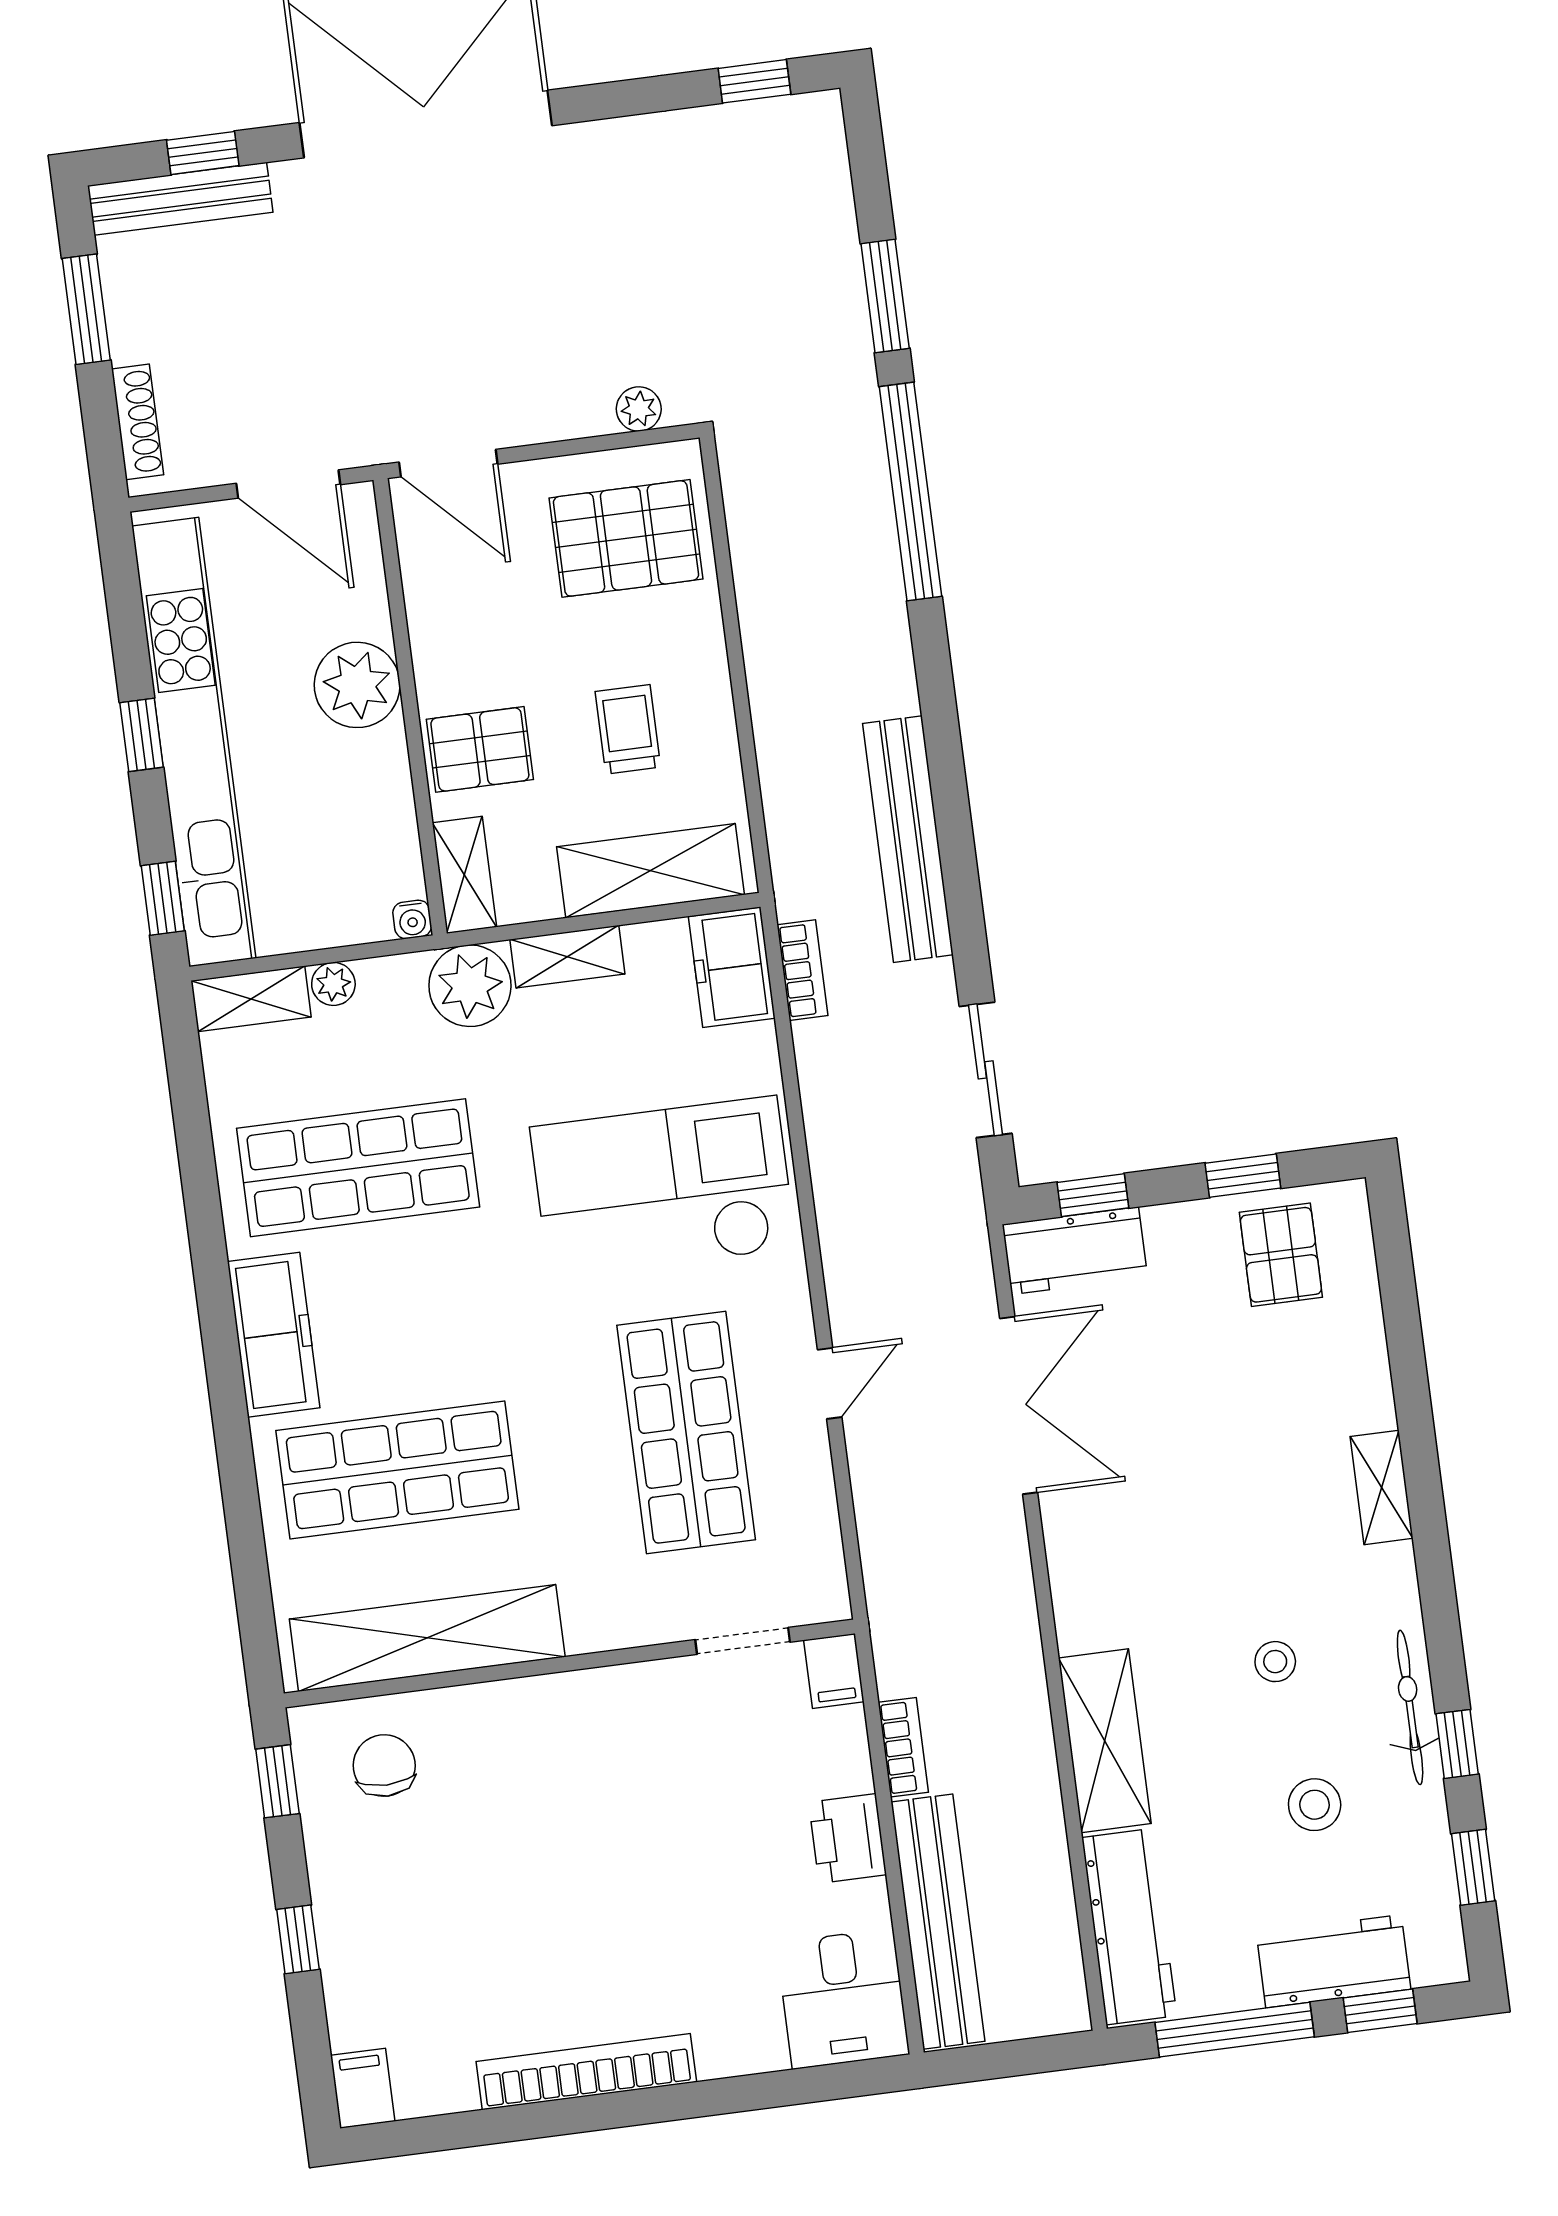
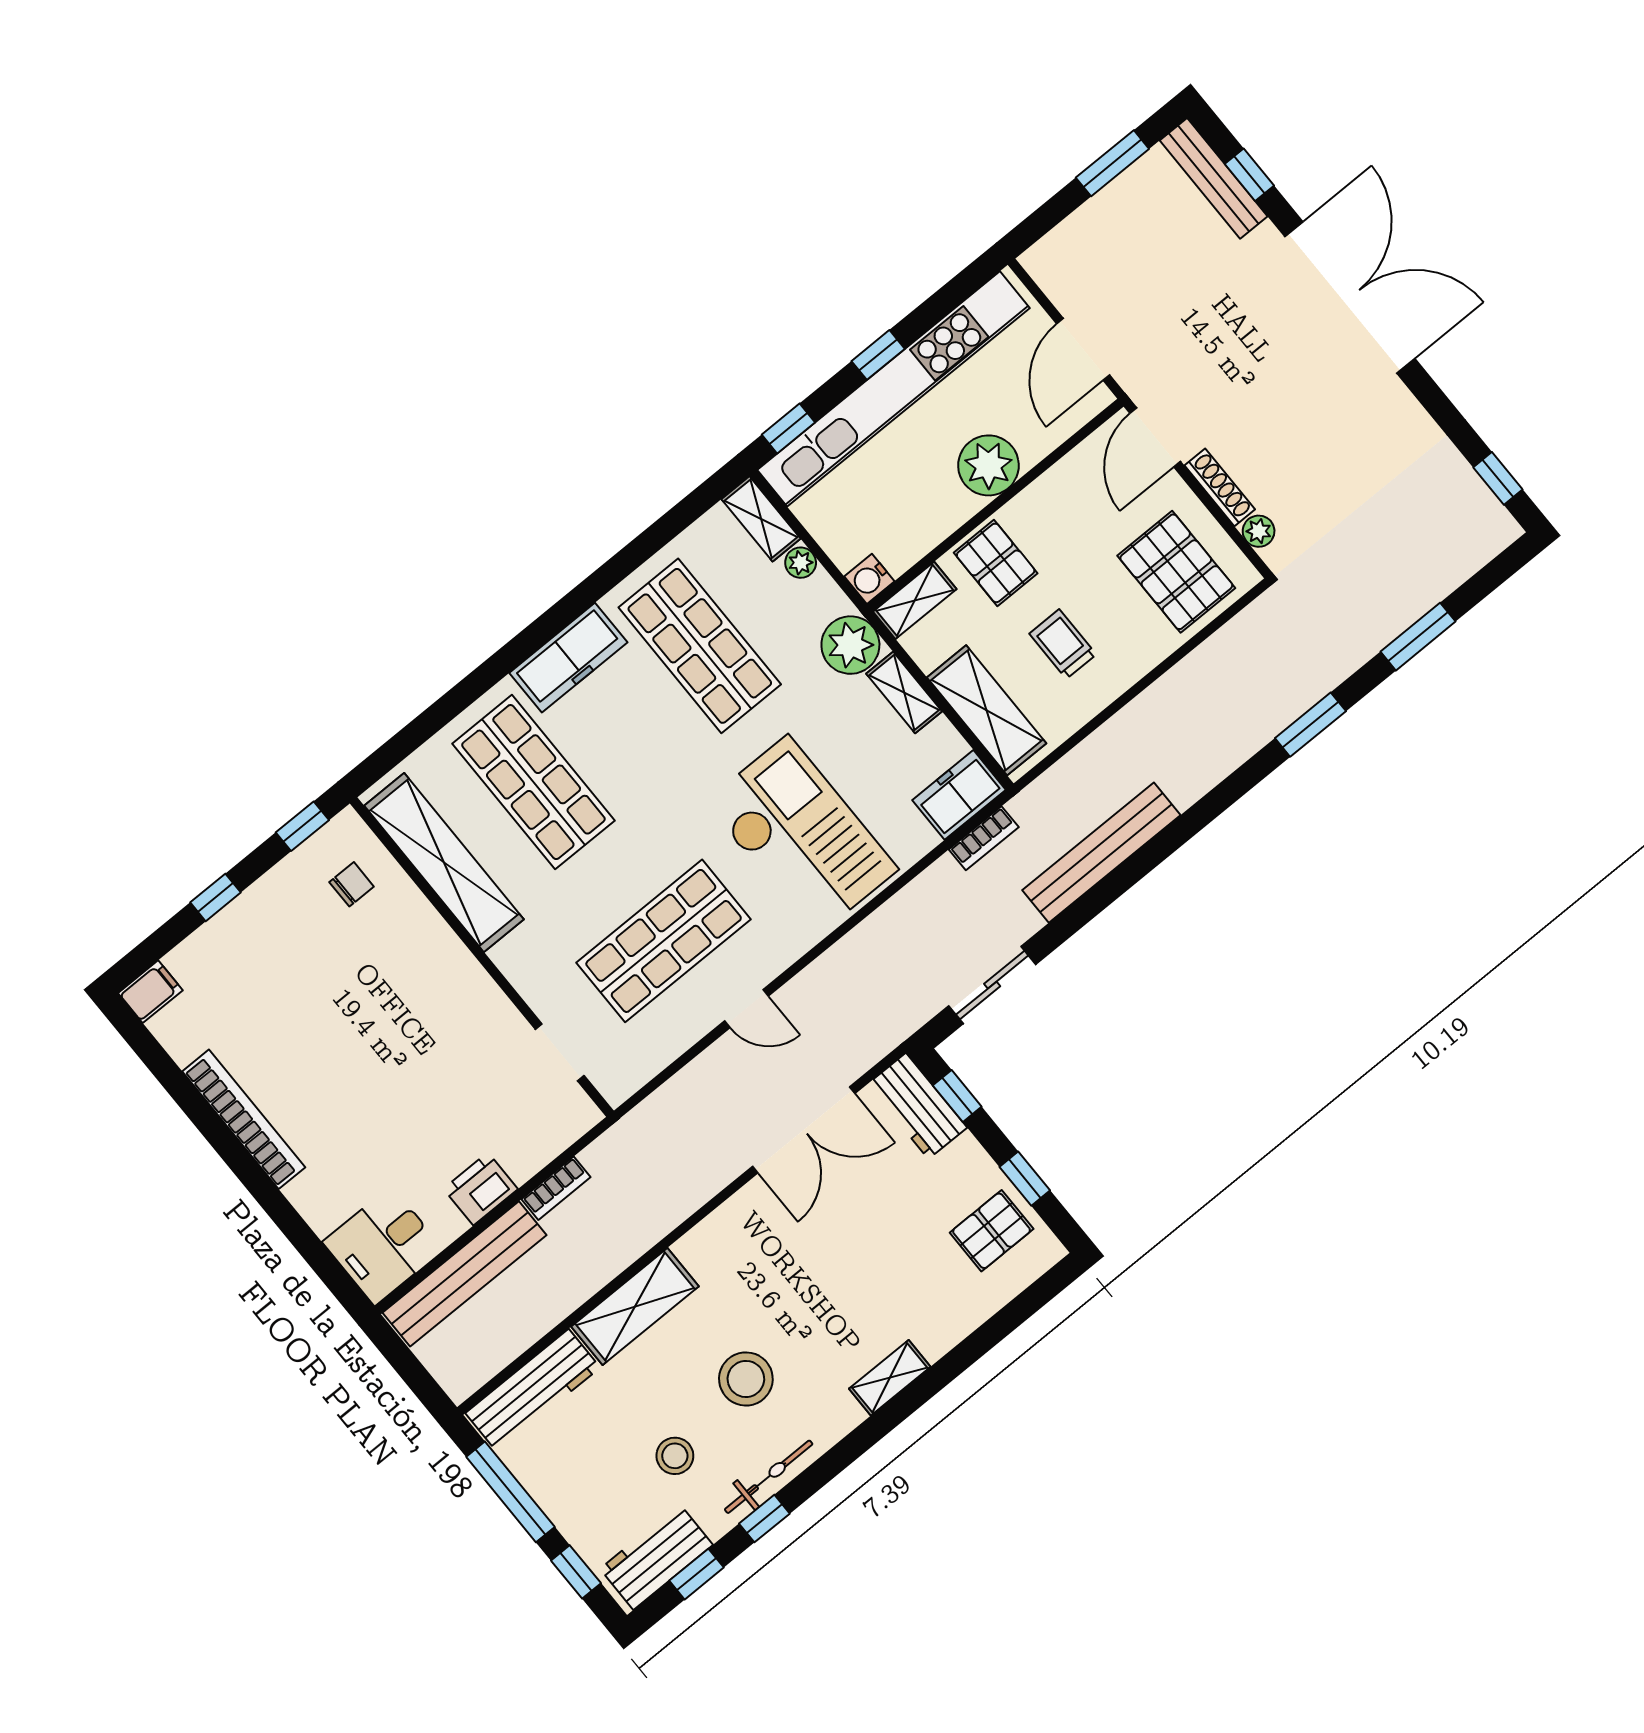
shoe rack: (138, 422) -> (1220, 487), moved, turned -90
window: (910, 492) -> (1310, 725), width x0.47
trolley: (628, 729) -> (1063, 644), turned -90
water cooler: (412, 919) -> (869, 579), width x1.38, depth x1.38
stool: (1275, 1662) -> (746, 1379), width x1.89, depth x1.89
filing cabinet: (834, 1671) -> (576, 1118), removed
chair: (384, 1766) -> (352, 884), width x0.73, depth x0.73
workbench: (1334, 1961) -> (656, 1557), moved, turned -90

